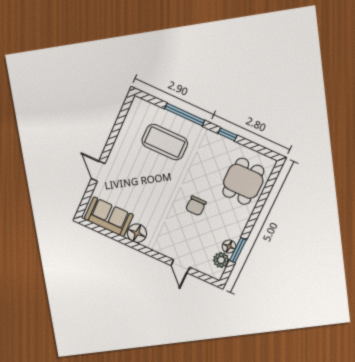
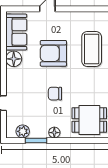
armchair: (150, 187) -> (53, 53), added
floor lamp: (229, 247) -> (54, 133), moved

